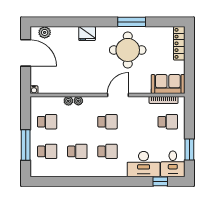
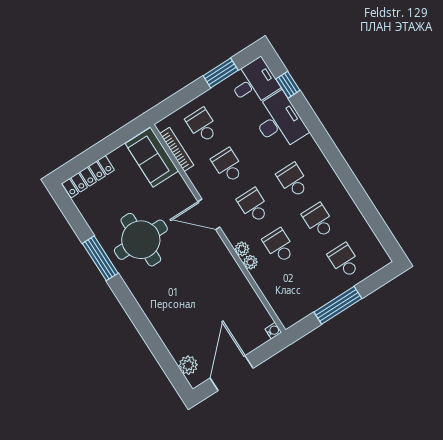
fridge: (87, 34) -> (154, 308), removed
plant: (68, 101) -> (242, 249), moved
school desk: (47, 122) -> (279, 246), moved
school desk: (138, 122) -> (228, 165), added
window: (26, 145) -> (338, 305), moved

